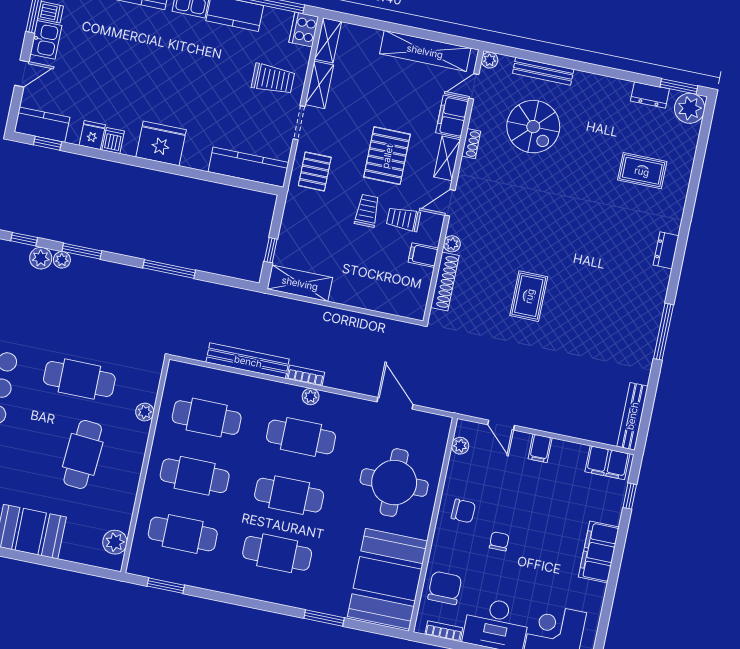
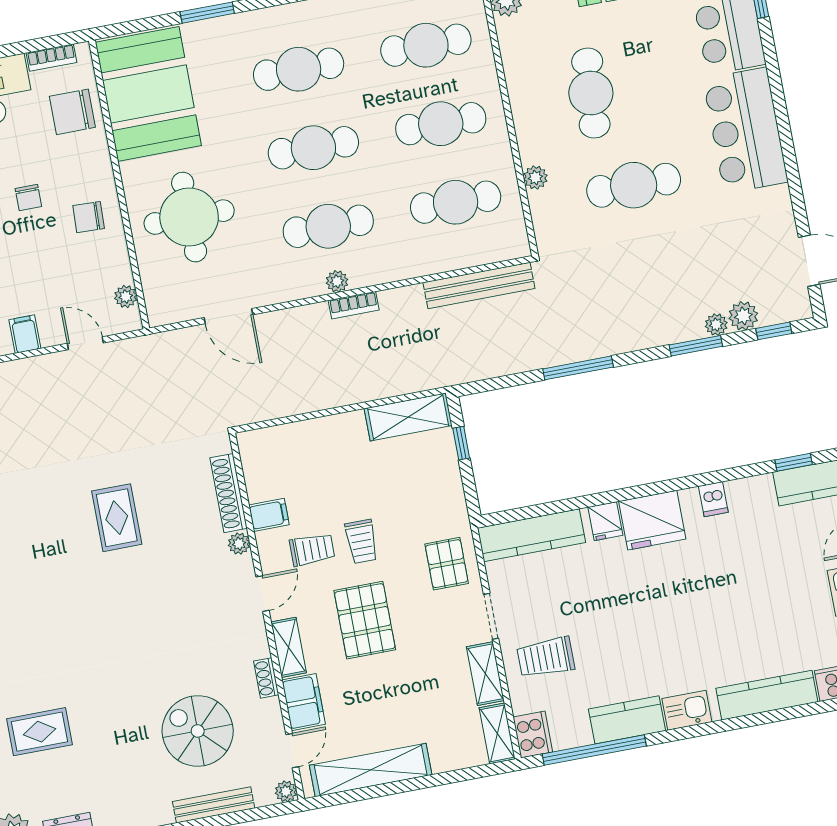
fridge: (92, 135) -> (605, 521), moved
bench: (248, 361) -> (479, 285), moved
chair: (445, 588) -> (72, 112), turned 90

